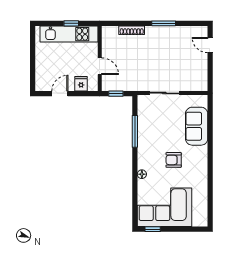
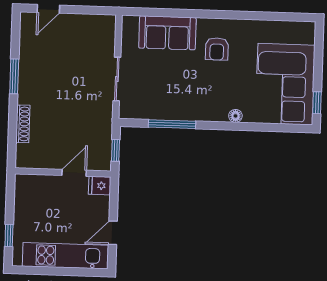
window: (71, 23) -> (9, 235), moved
kitchen unit: (69, 34) -> (65, 256), moved, turned -90
fridge: (81, 84) -> (100, 186), moved
door: (60, 94) -> (113, 233), hinge flipped
armchair: (174, 160) -> (217, 49), moved

